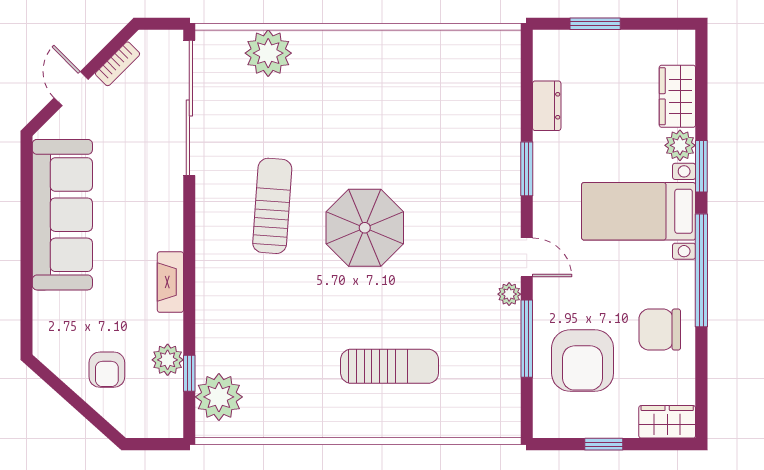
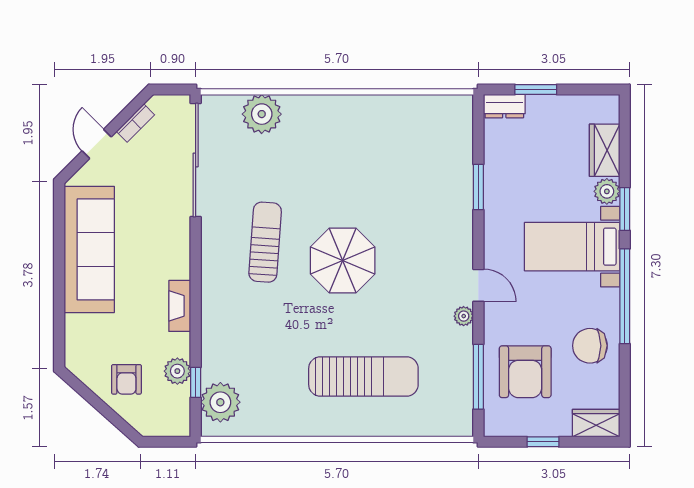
dresser: (547, 106) -> (504, 106), moved, turned 90
window: (527, 169) -> (478, 187), moved
window: (527, 339) -> (478, 377), moved
sun lounger: (390, 366) -> (363, 377), width x1.36, depth x1.34

